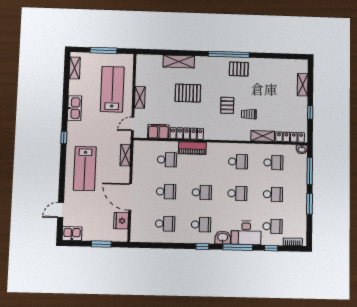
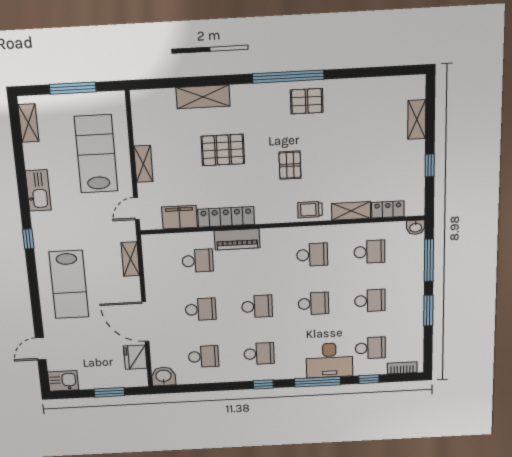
trolley: (249, 114) -> (310, 210), moved
locker: (290, 137) -> (388, 209), width x0.66
washbasin: (223, 238) -> (163, 376), moved

